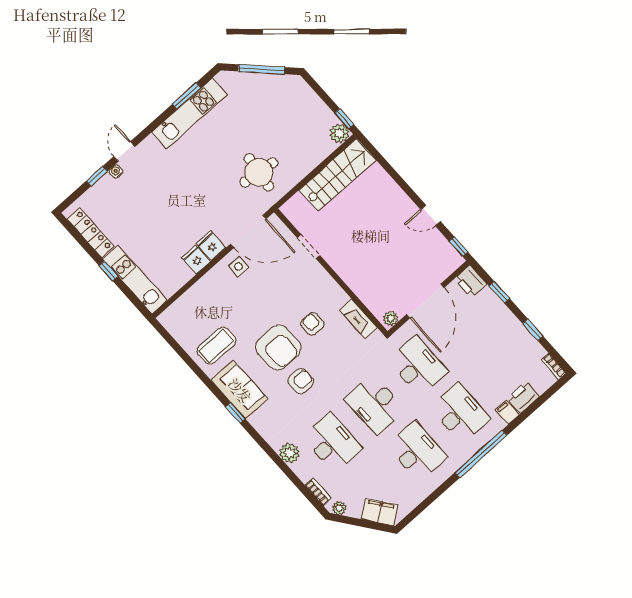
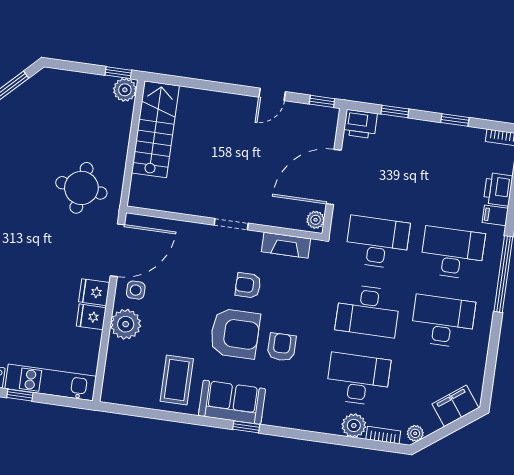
doorway: (309, 247) -> (231, 224), moved
plant: (214, 283) -> (126, 324), added
door: (425, 301) -> (334, 177), swing flipped
plant: (289, 453) -> (354, 425), moved

